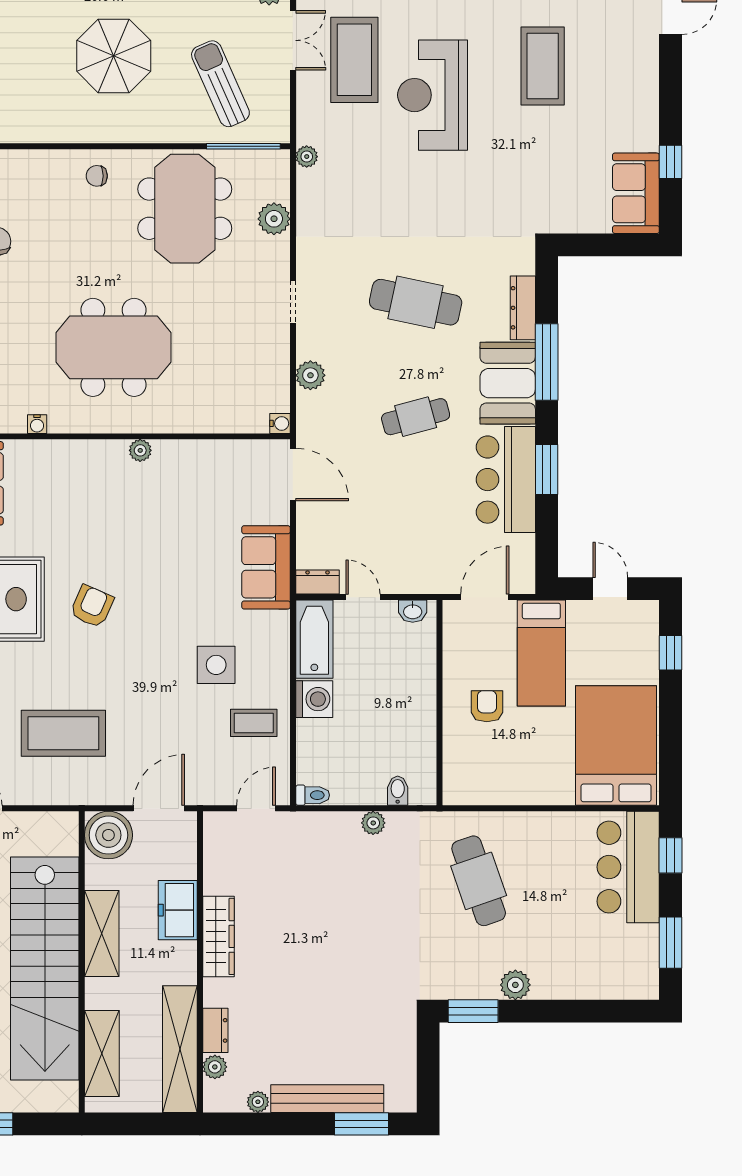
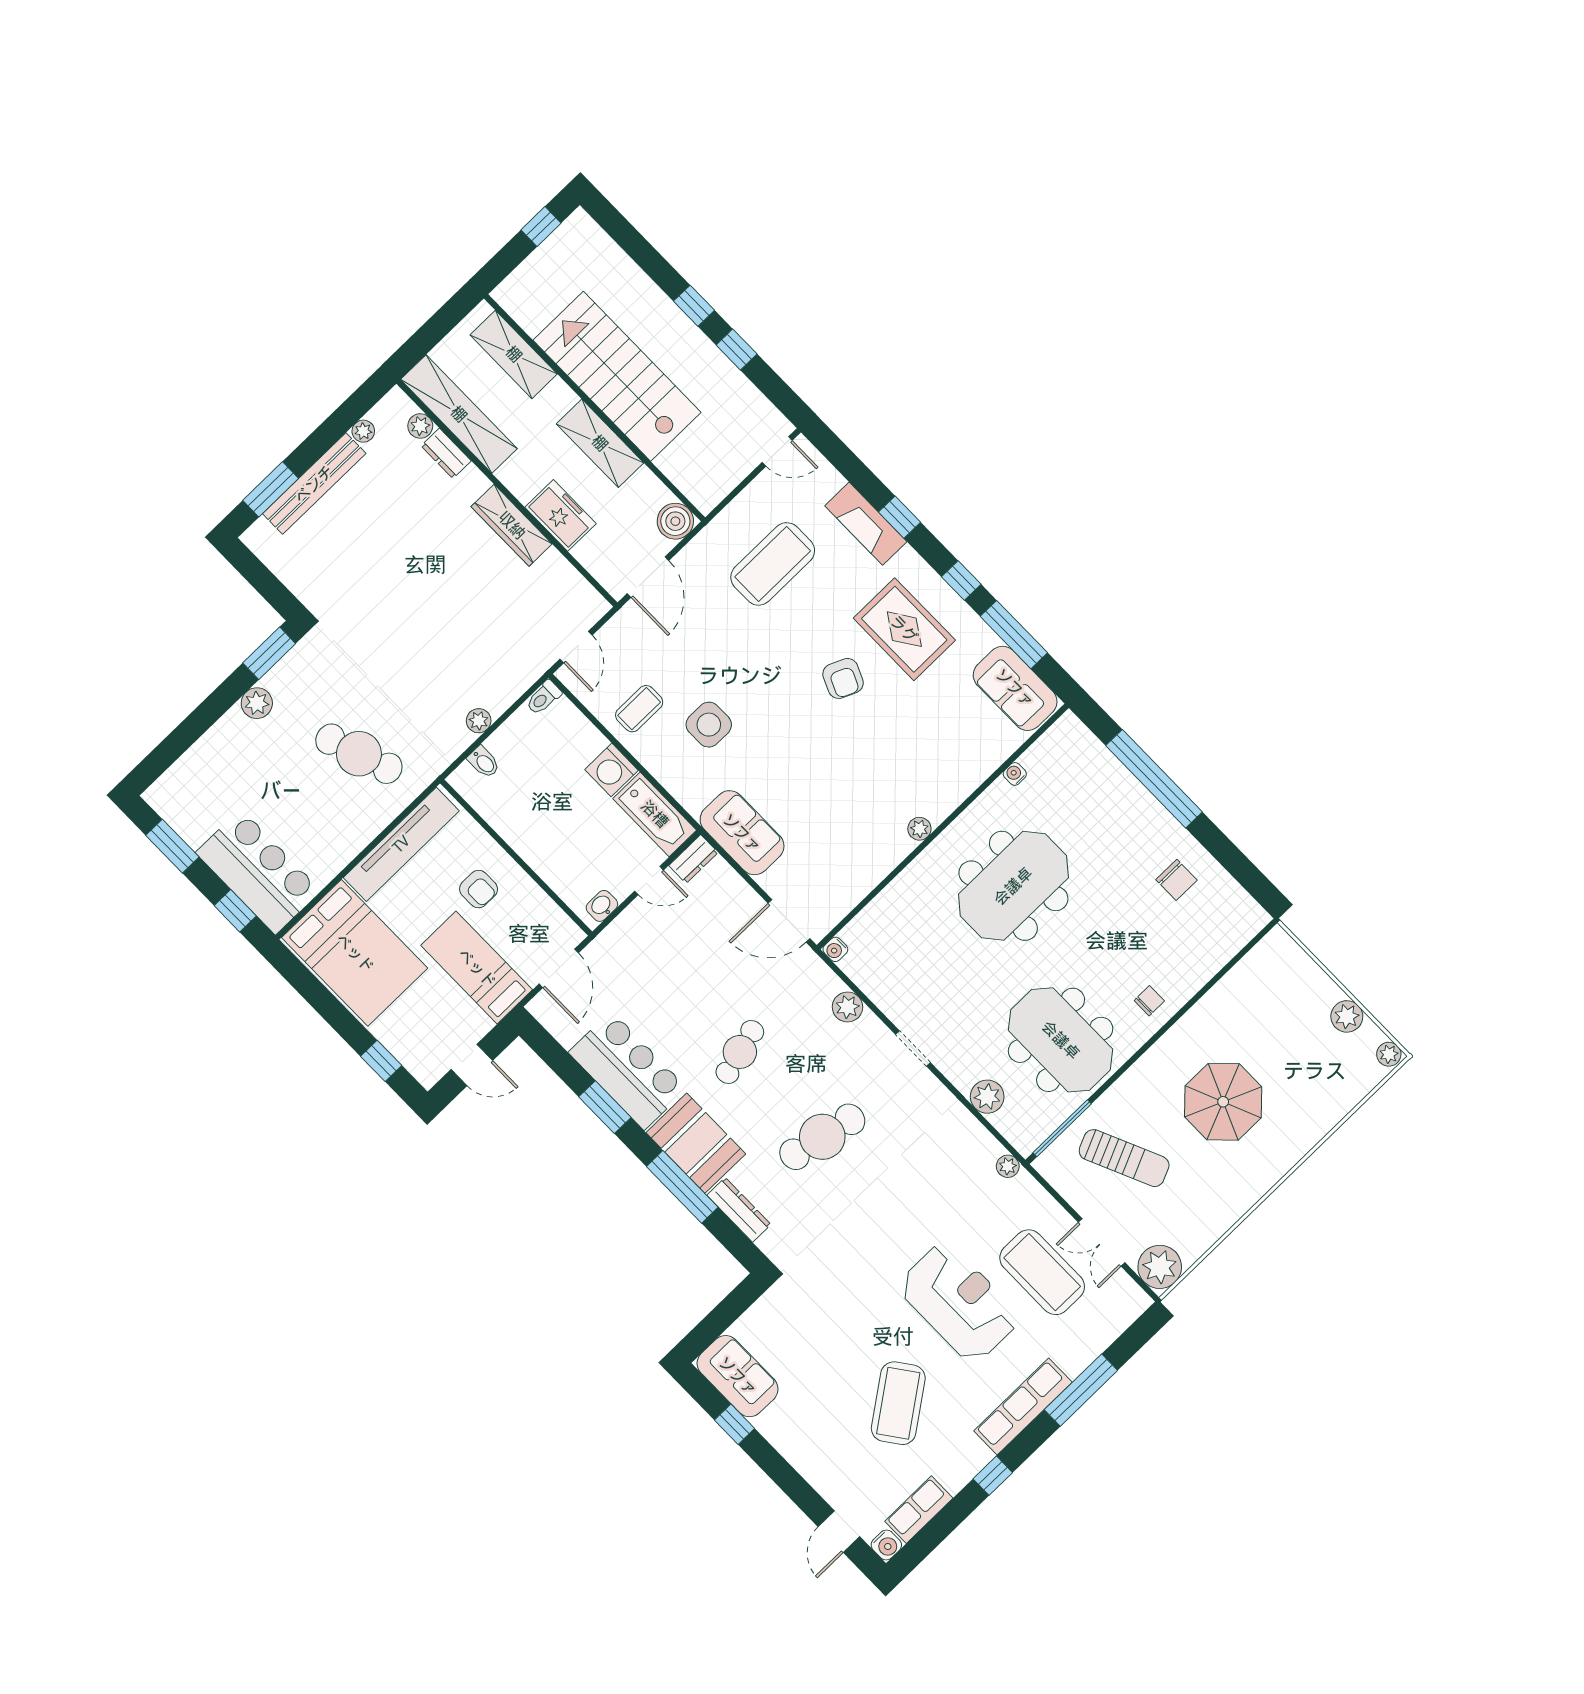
coffee table: (543, 66) -> (898, 1403), turned 54
tv unit: (510, 789) -> (401, 844), added
boiler: (108, 835) -> (675, 521), width x0.73, depth x0.73
stairs: (45, 969) -> (617, 376), width x0.73

